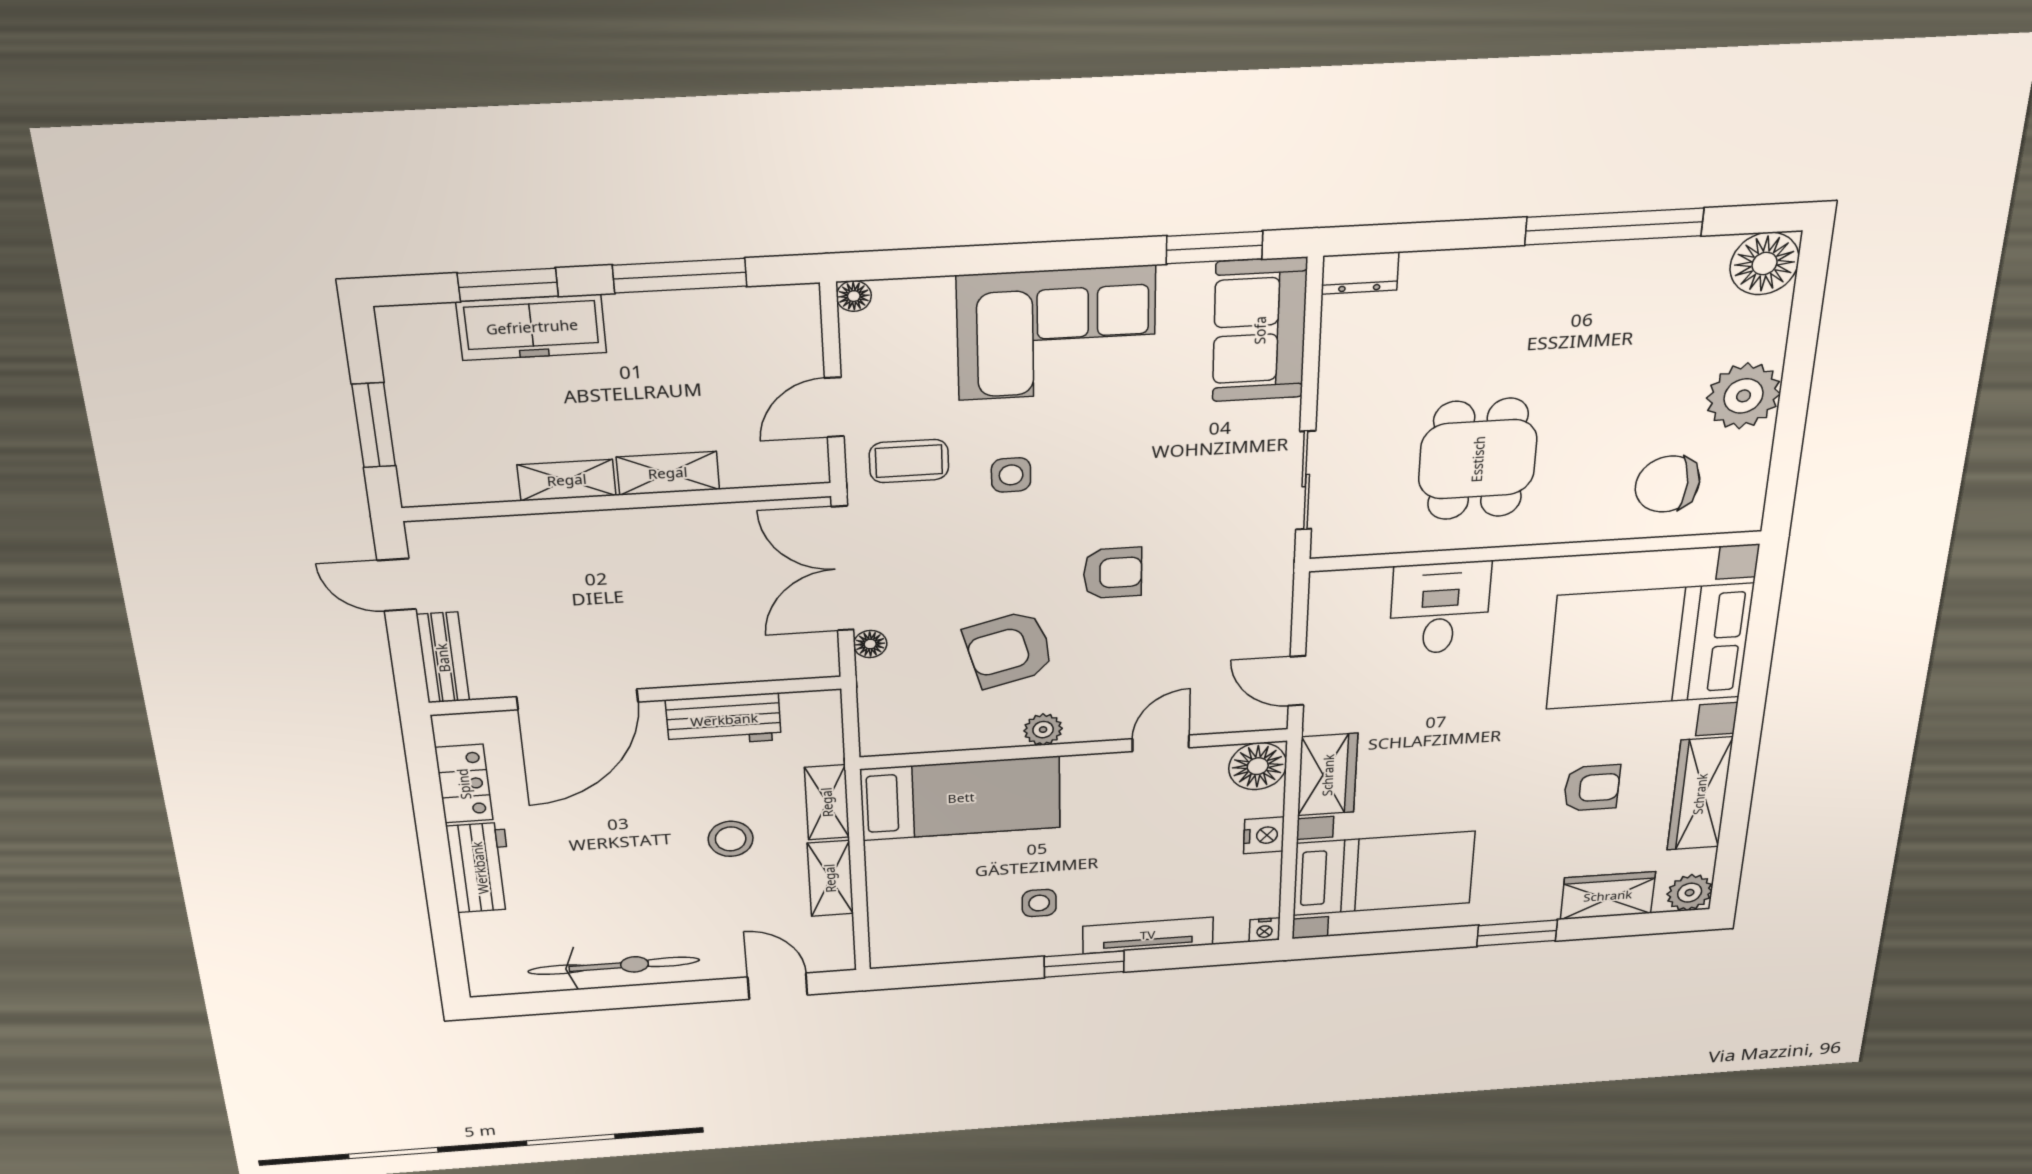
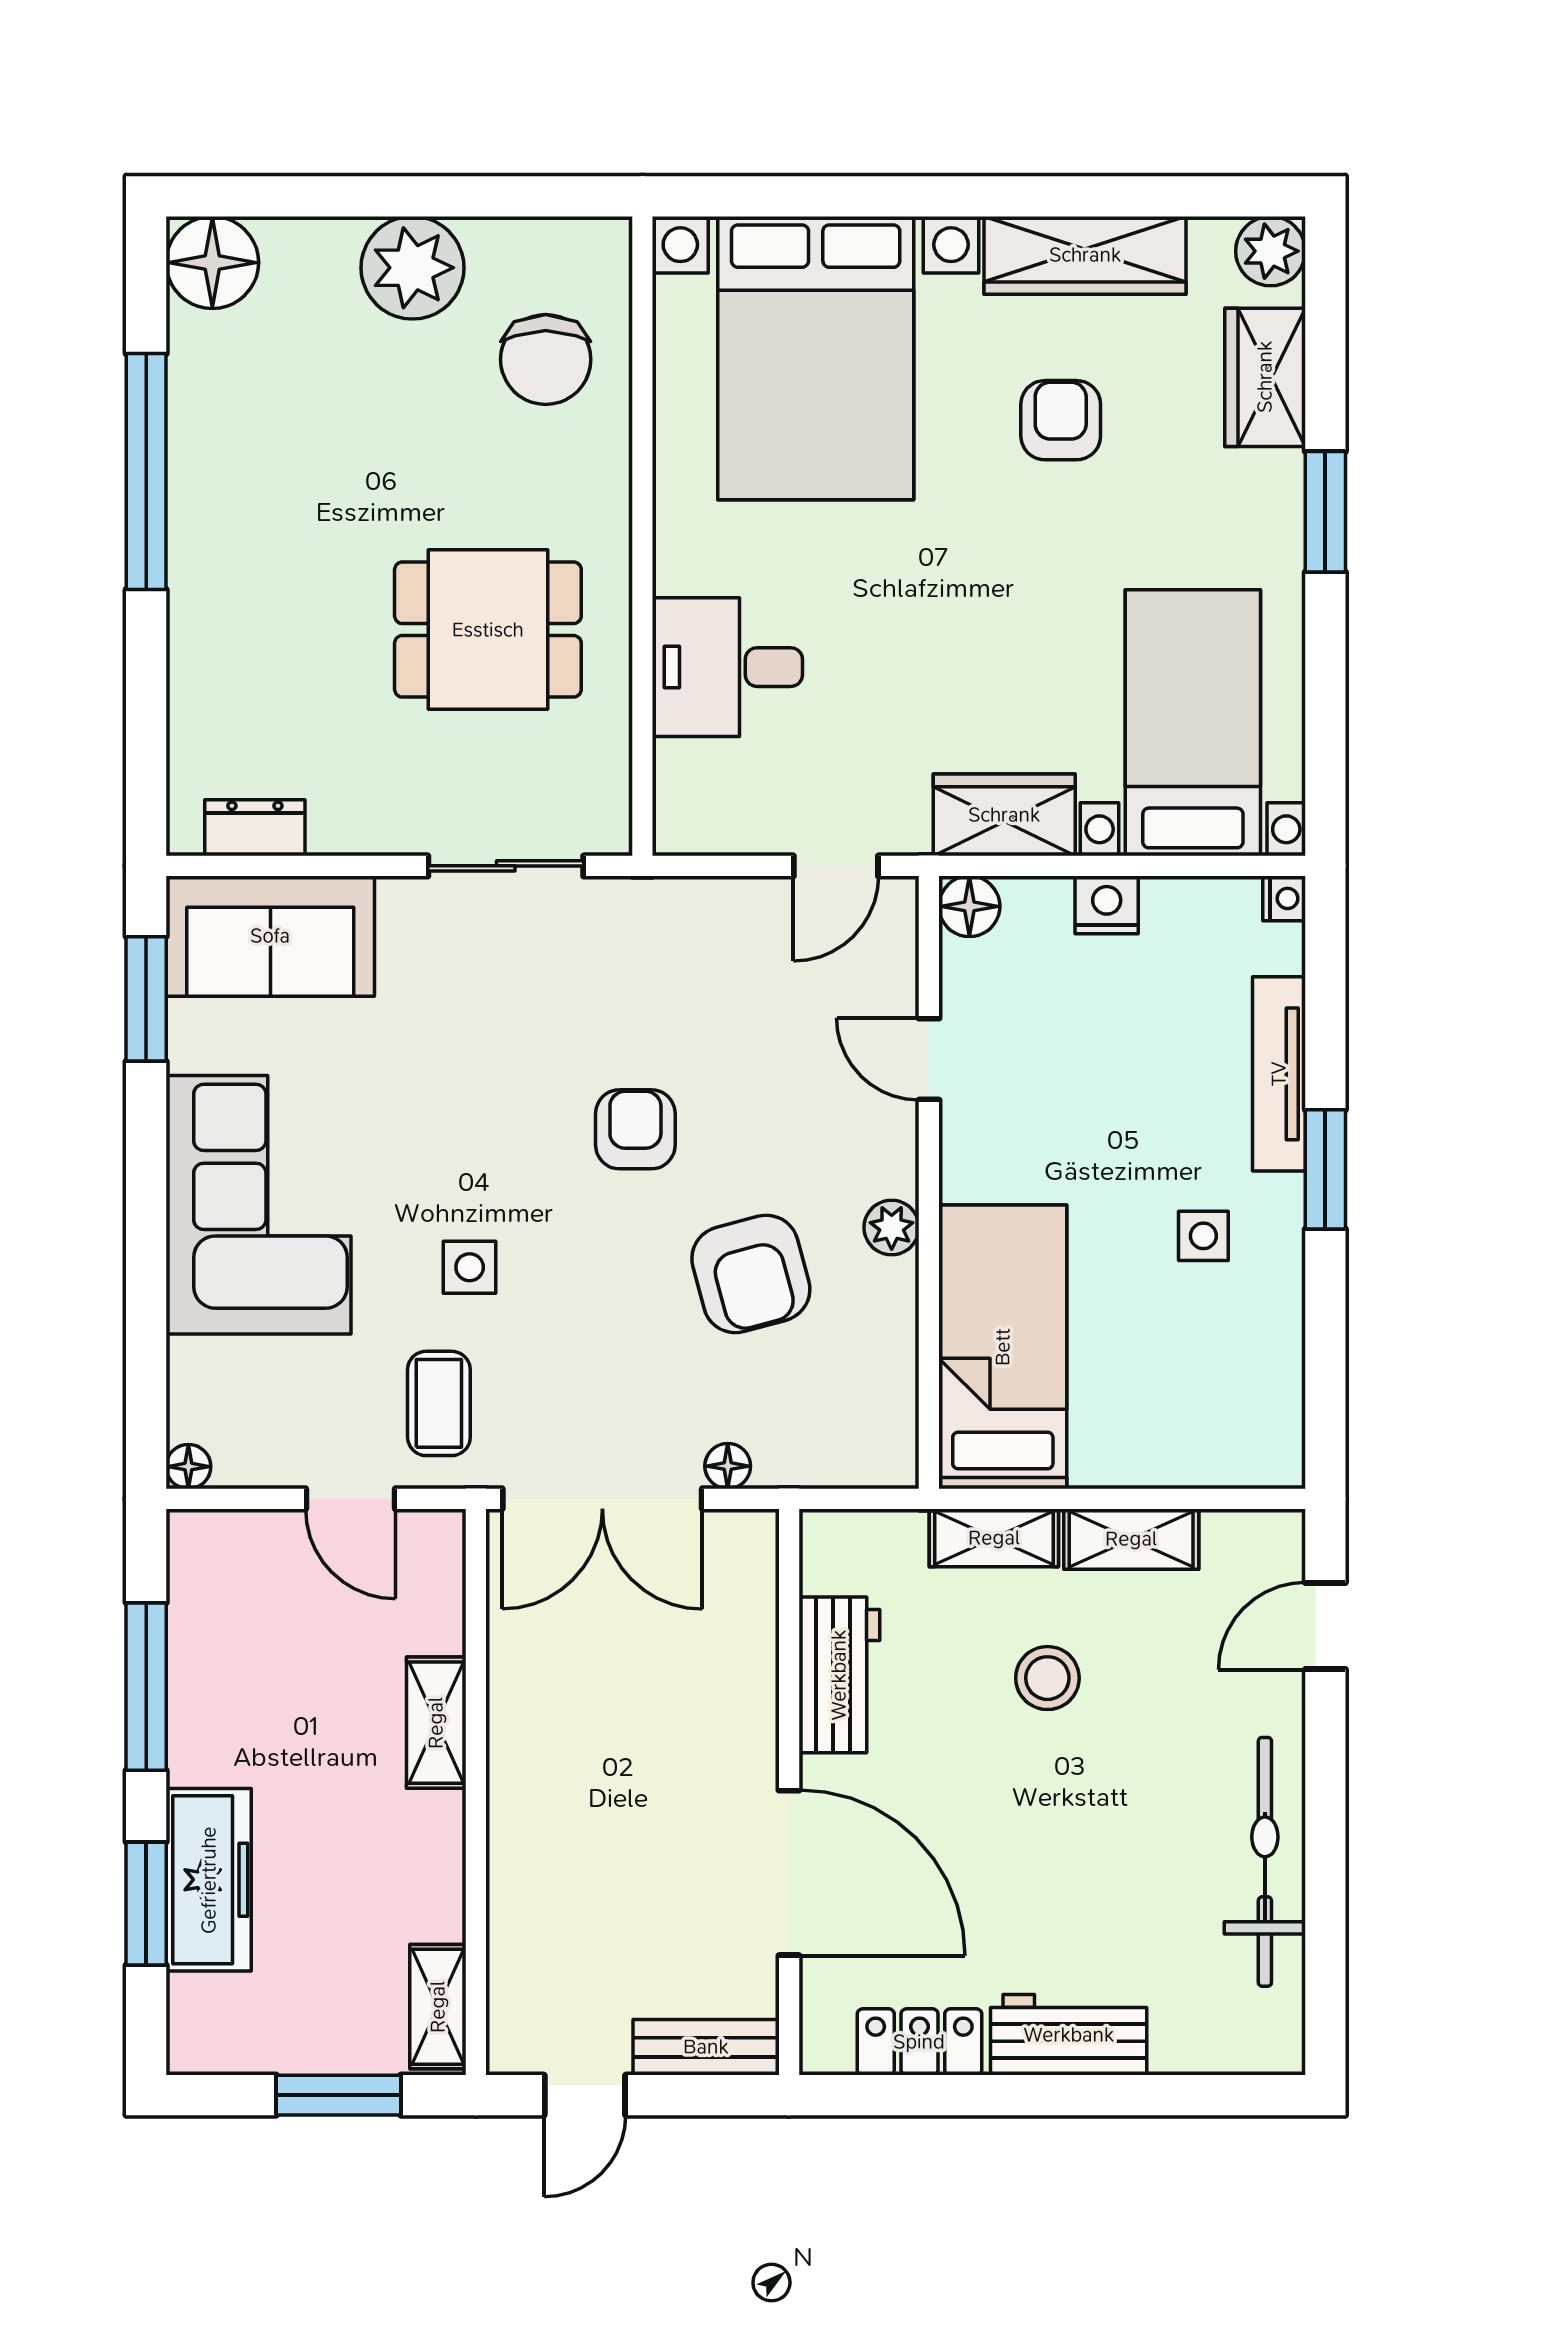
dresser: (1360, 273) -> (255, 828), moved, turned -90
shelving: (567, 480) -> (438, 2007), moved
floor lamp: (1258, 766) -> (969, 906), width x0.73, depth x0.73

